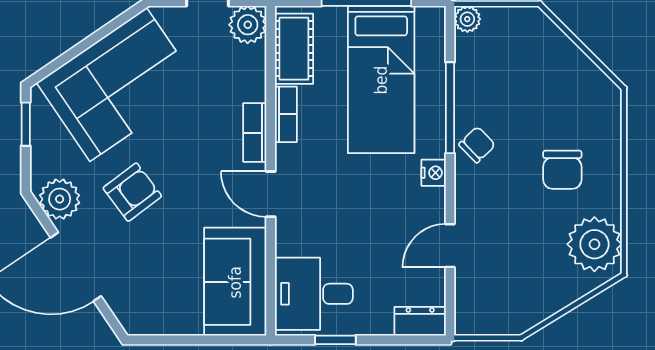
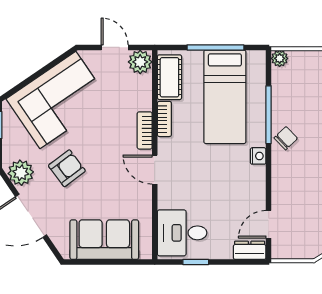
door: (450, 246) -> (269, 224), moved
sofa: (235, 282) -> (104, 240), moved, turned 90

